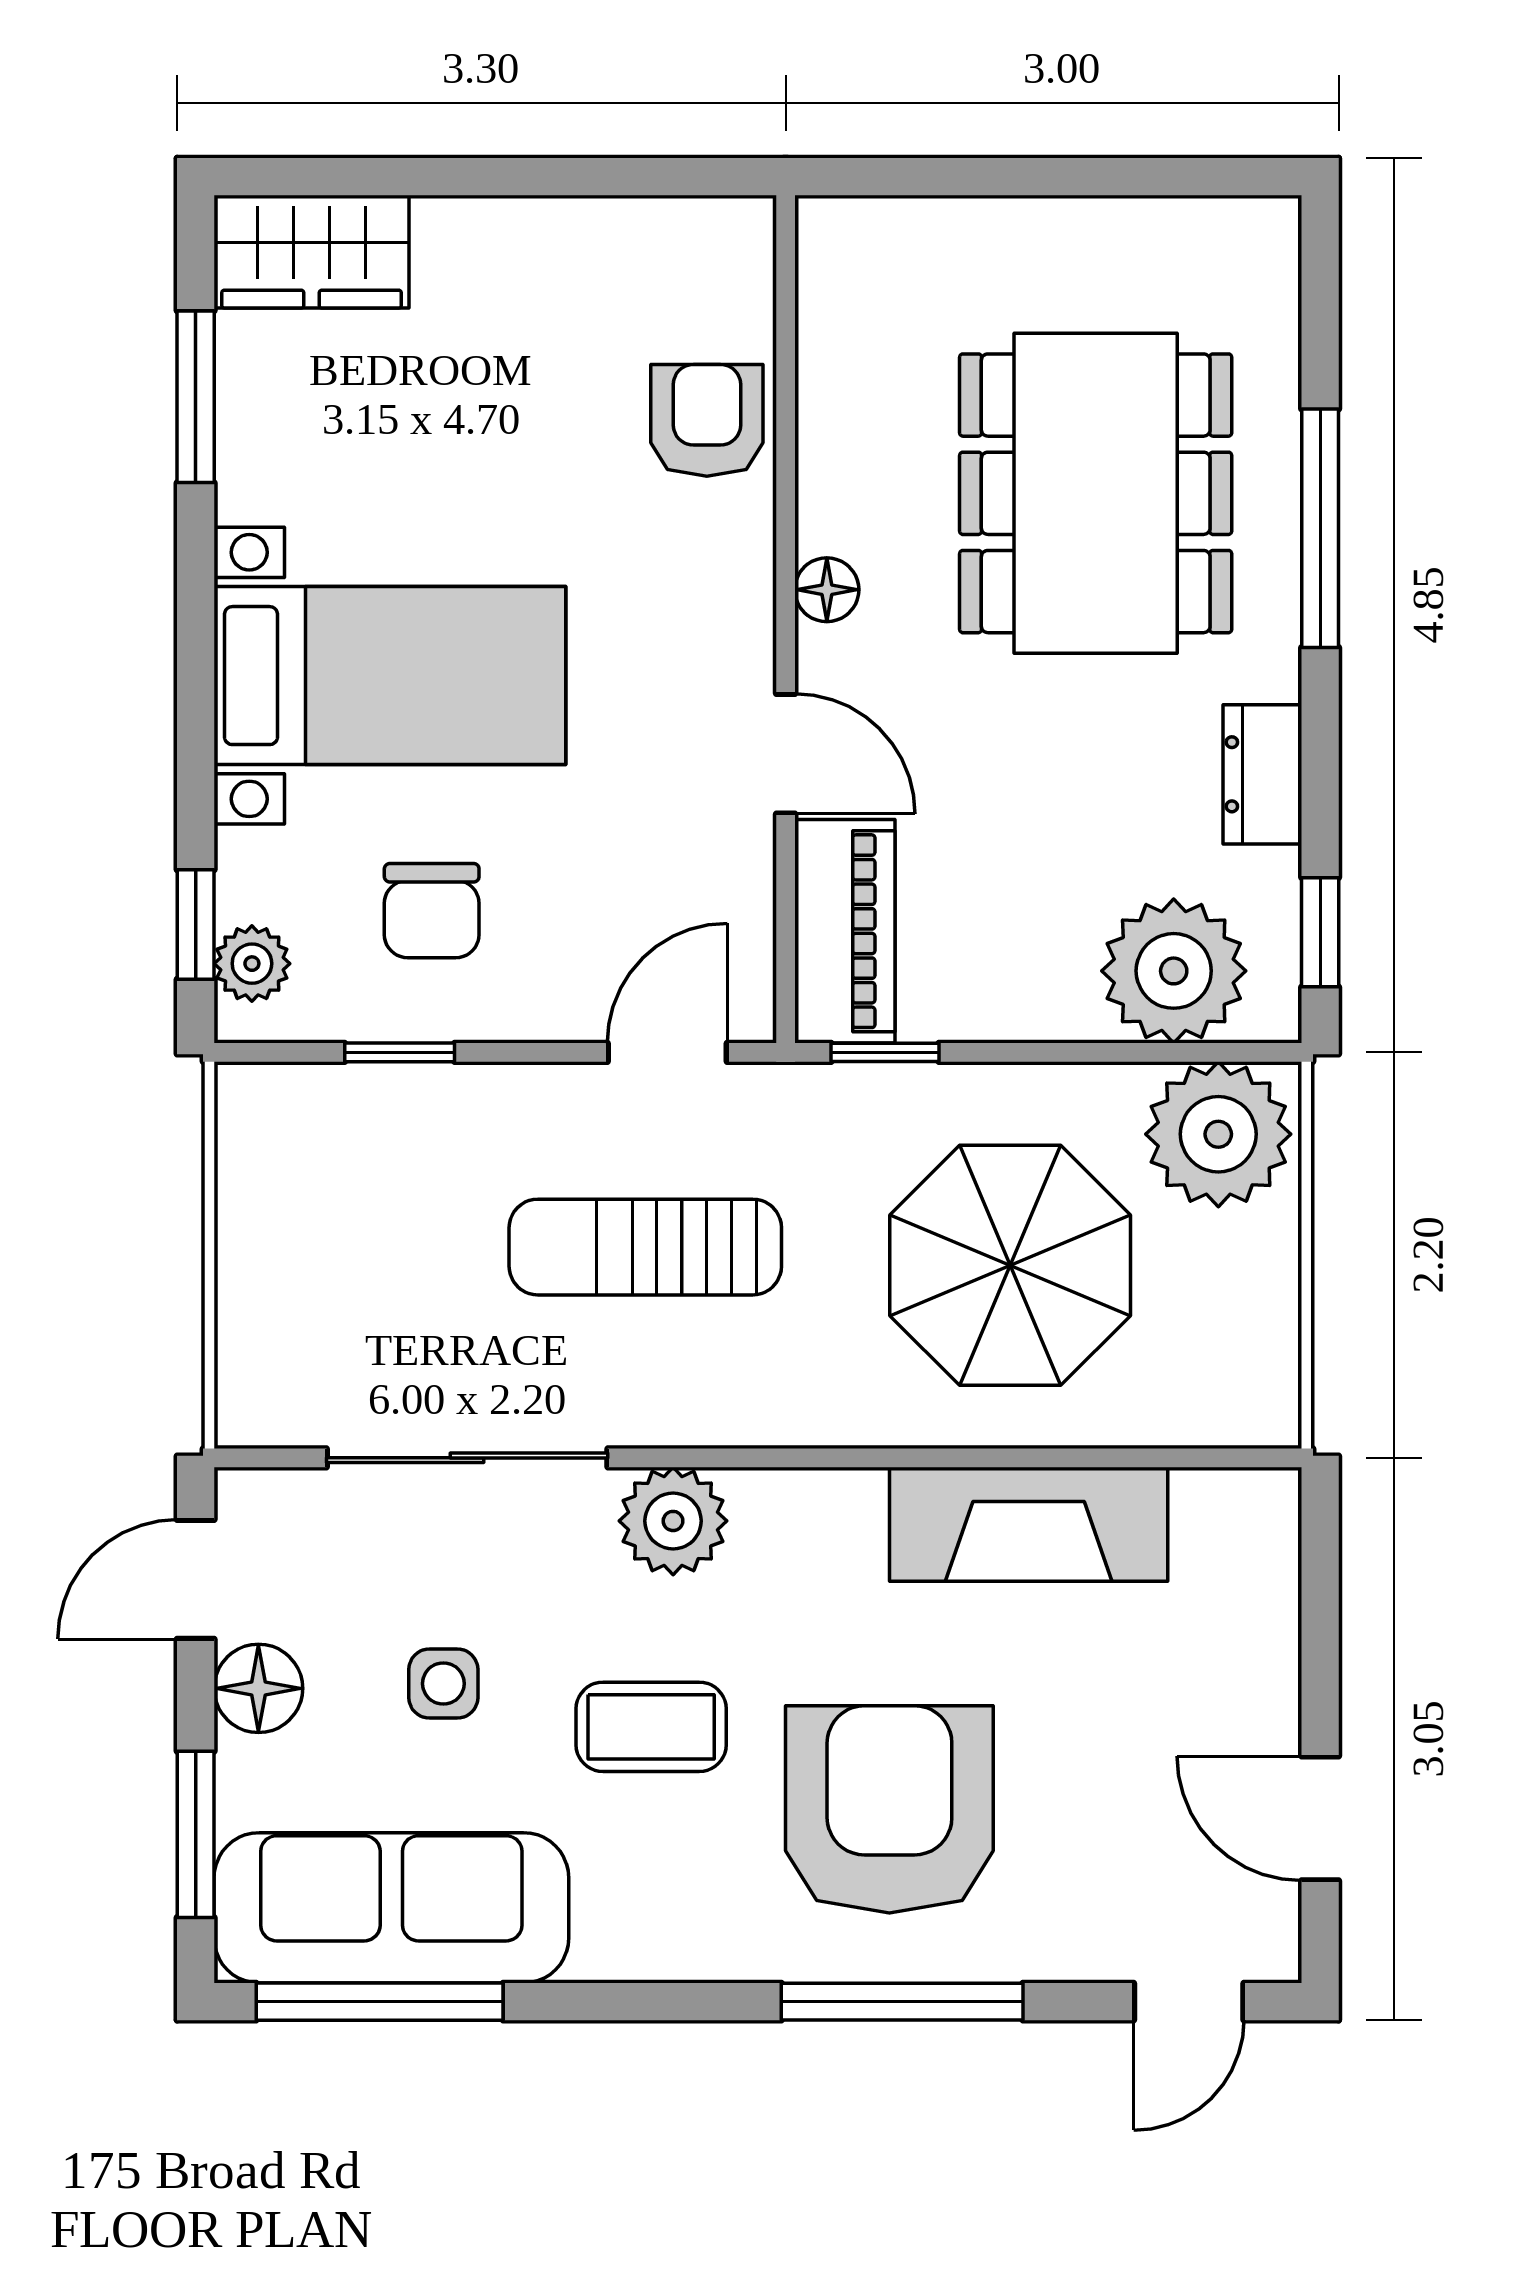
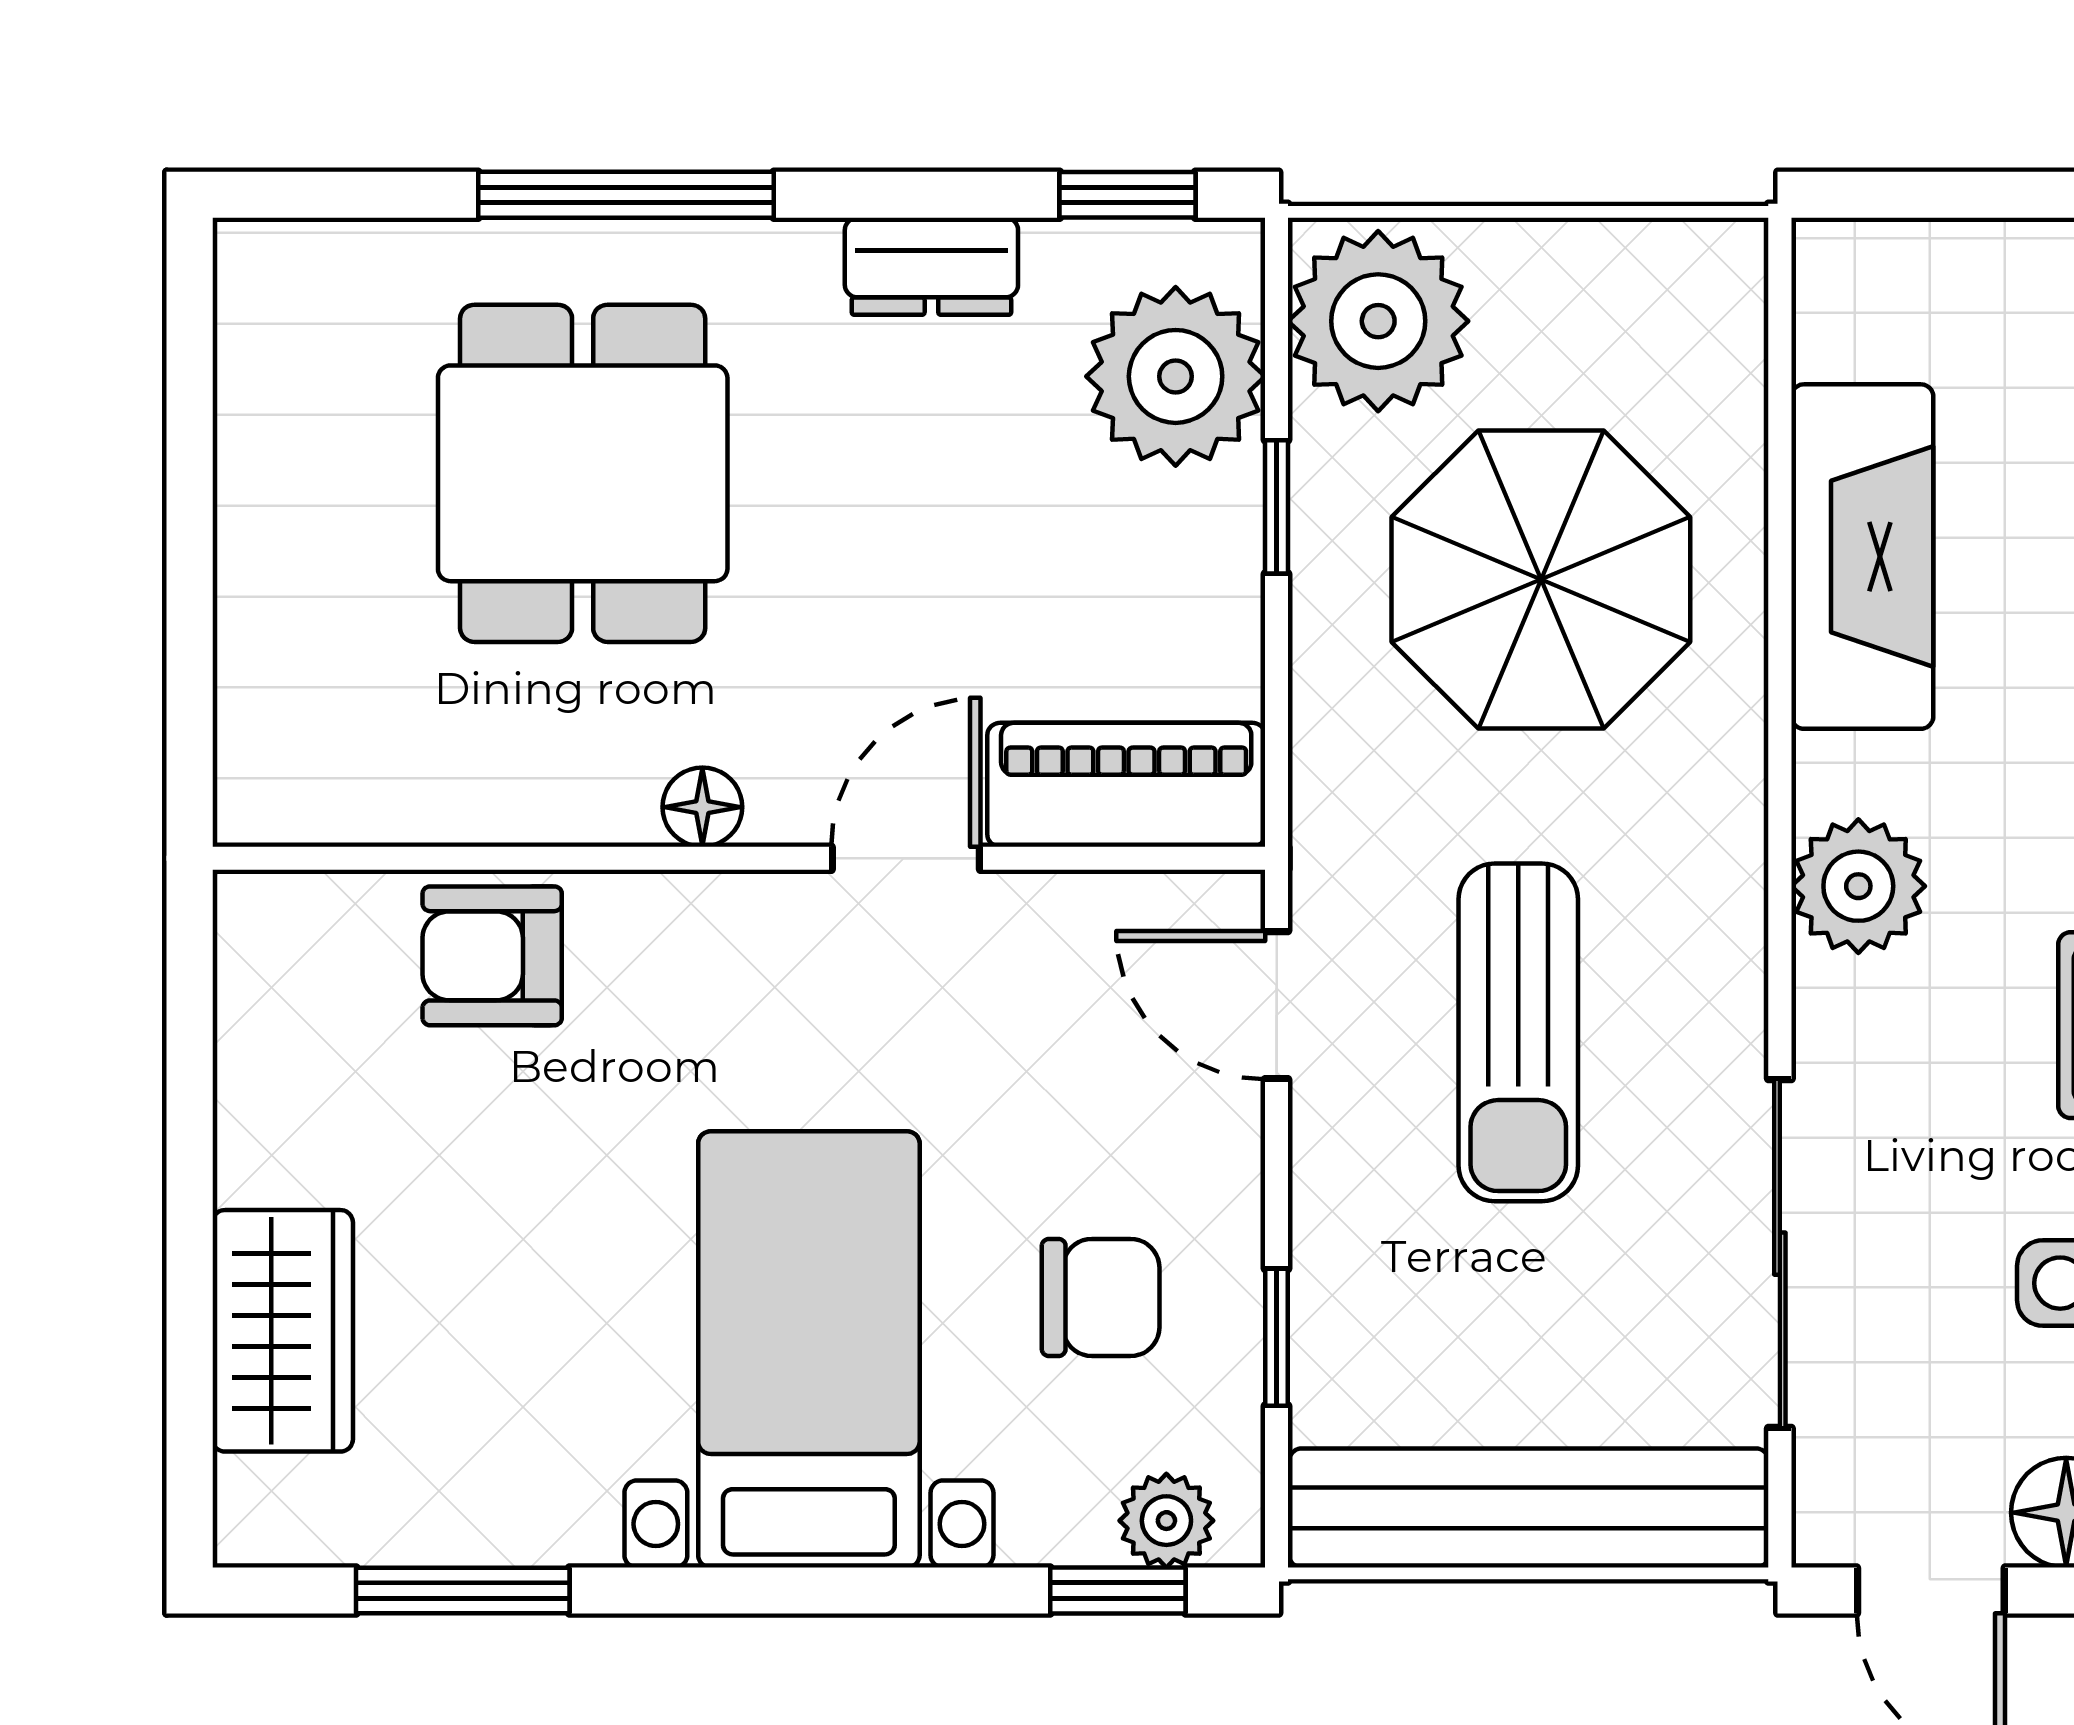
wardrobe: (312, 252) -> (283, 1331), moved
dining table: (1096, 493) -> (583, 473), width x0.73
window: (885, 1052) -> (1277, 507), moved
bench: (262, 1256) -> (1529, 1508), added
plant: (673, 1521) -> (1858, 886), moved

